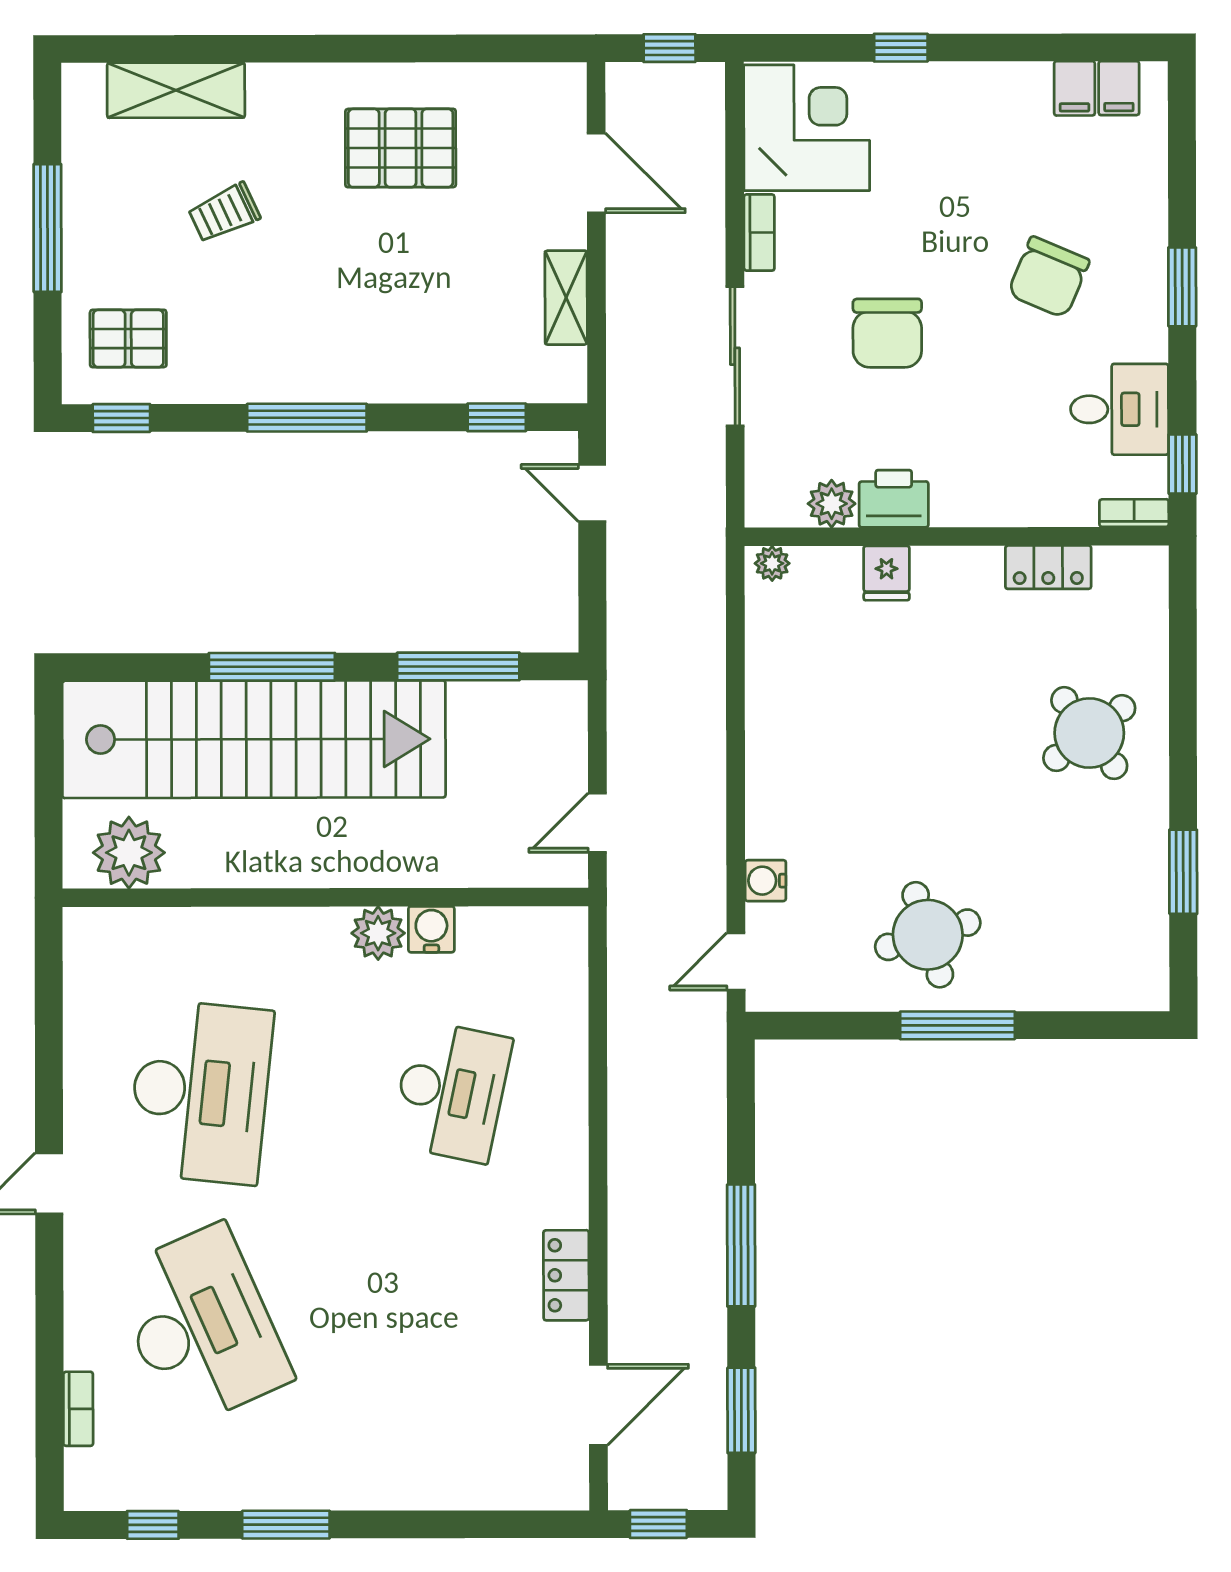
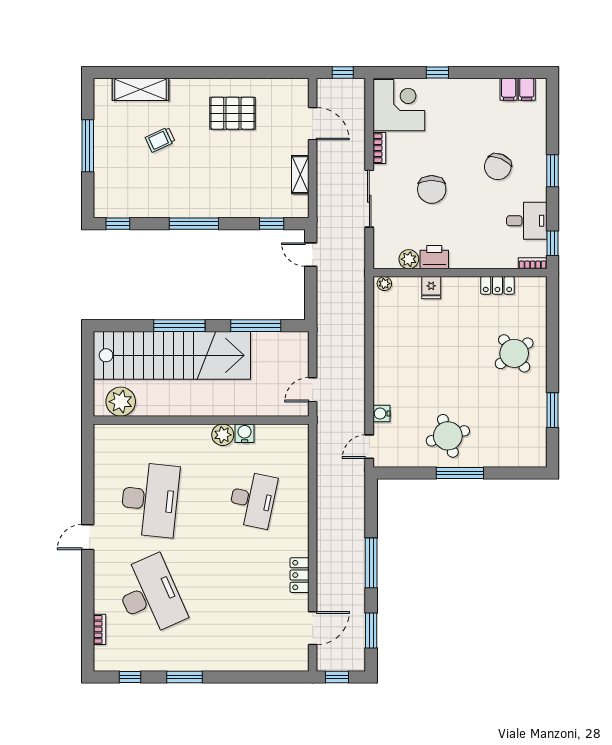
pallet: (128, 339) -> (121, 191), removed

